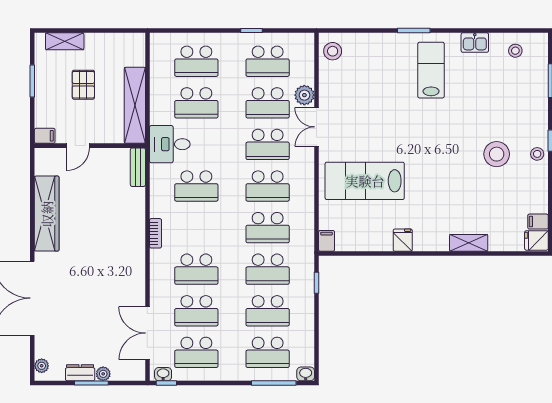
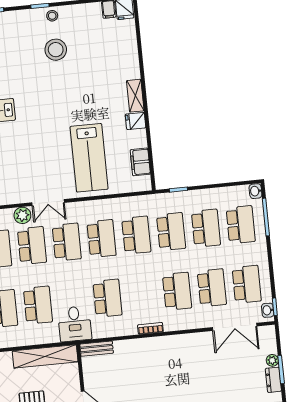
filing cabinet: (327, 241) -> (140, 162), moved, width x2.00
shelving: (469, 243) -> (135, 96), moved

